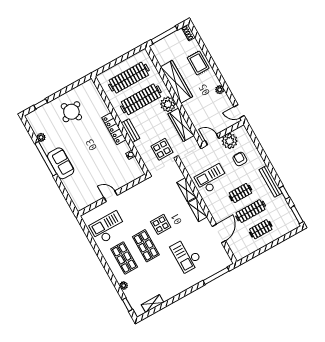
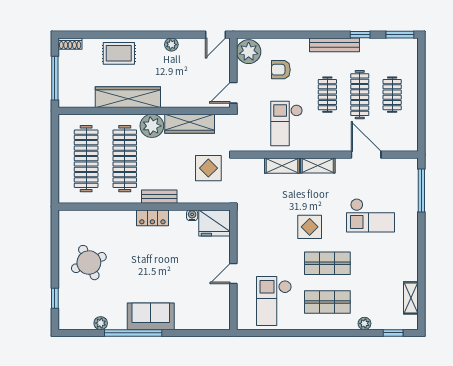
locker: (114, 129) -> (152, 218), width x0.66
plant: (230, 141) -> (249, 52), moved
fridge: (133, 170) -> (214, 223), added

